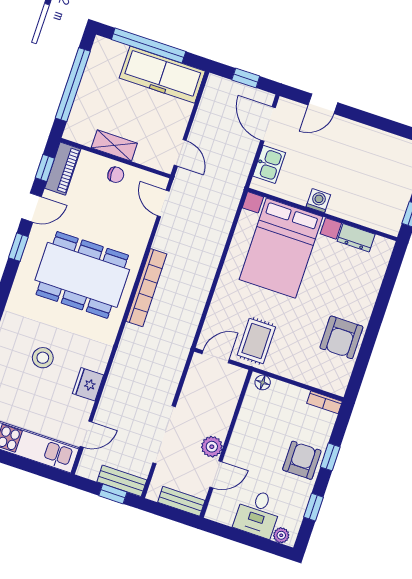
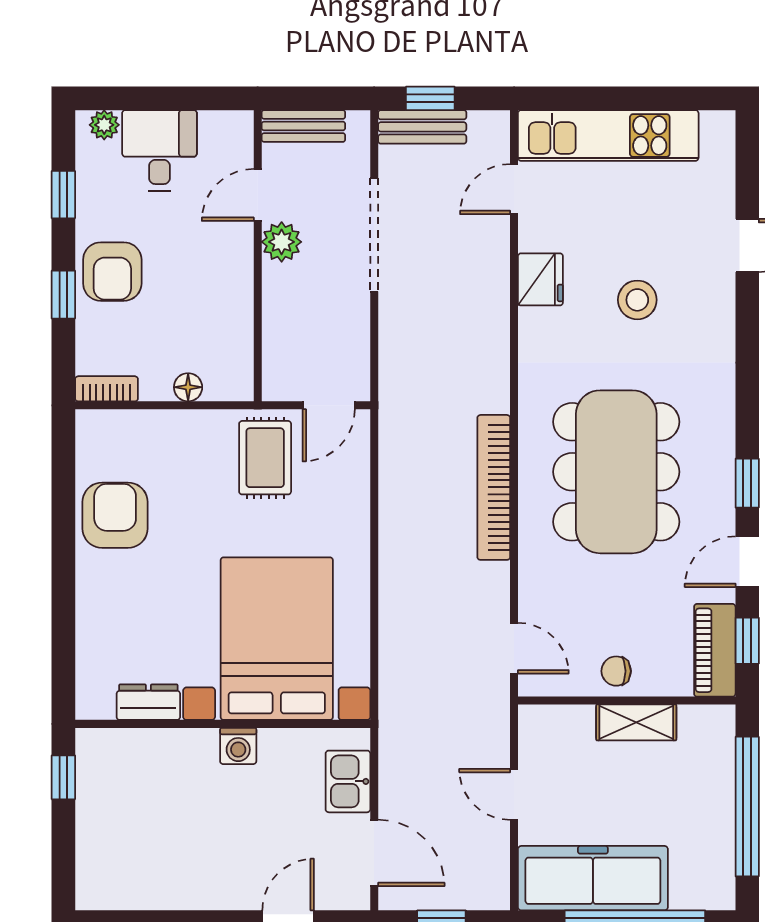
door: (180, 153) -> (514, 794), moved
dining table: (82, 275) -> (616, 472), turned 90
floor lamp: (263, 382) -> (188, 387), moved

